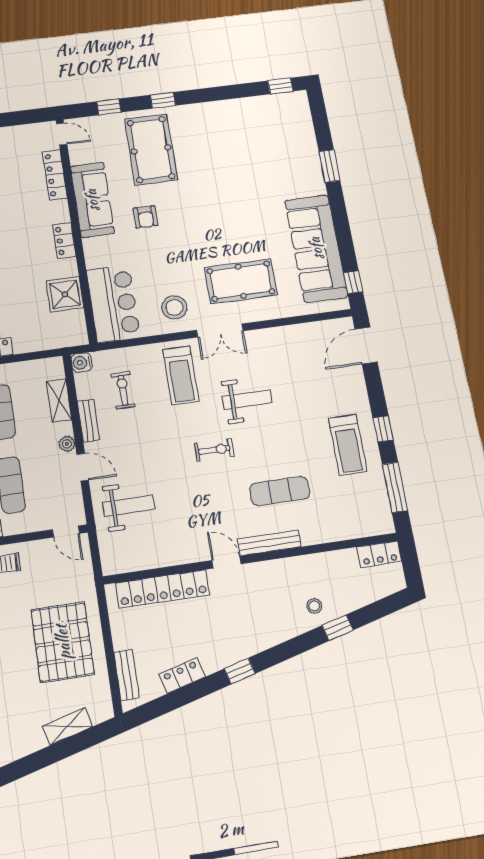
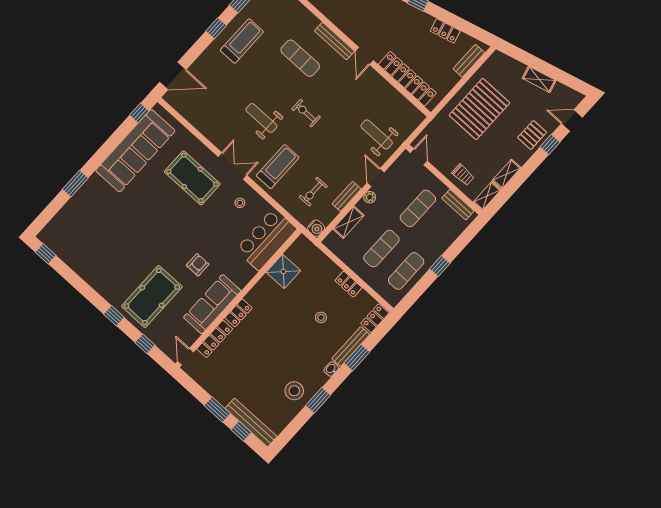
locker: (64, 240) -> (239, 313), moved
stool: (174, 307) -> (240, 203), width x0.53, depth x0.53
shelving: (67, 726) -> (539, 79), moved

